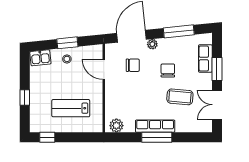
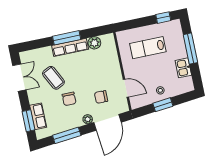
kitchen sink: (40, 58) -> (183, 68), moved, turned -84
window: (217, 69) -> (28, 121), moved
window: (25, 97) -> (190, 49), width x2.17
coffee table: (180, 97) -> (53, 78), turned 58
lab bench: (71, 108) -> (148, 48), turned 180
plant: (116, 126) -> (94, 43), moved

